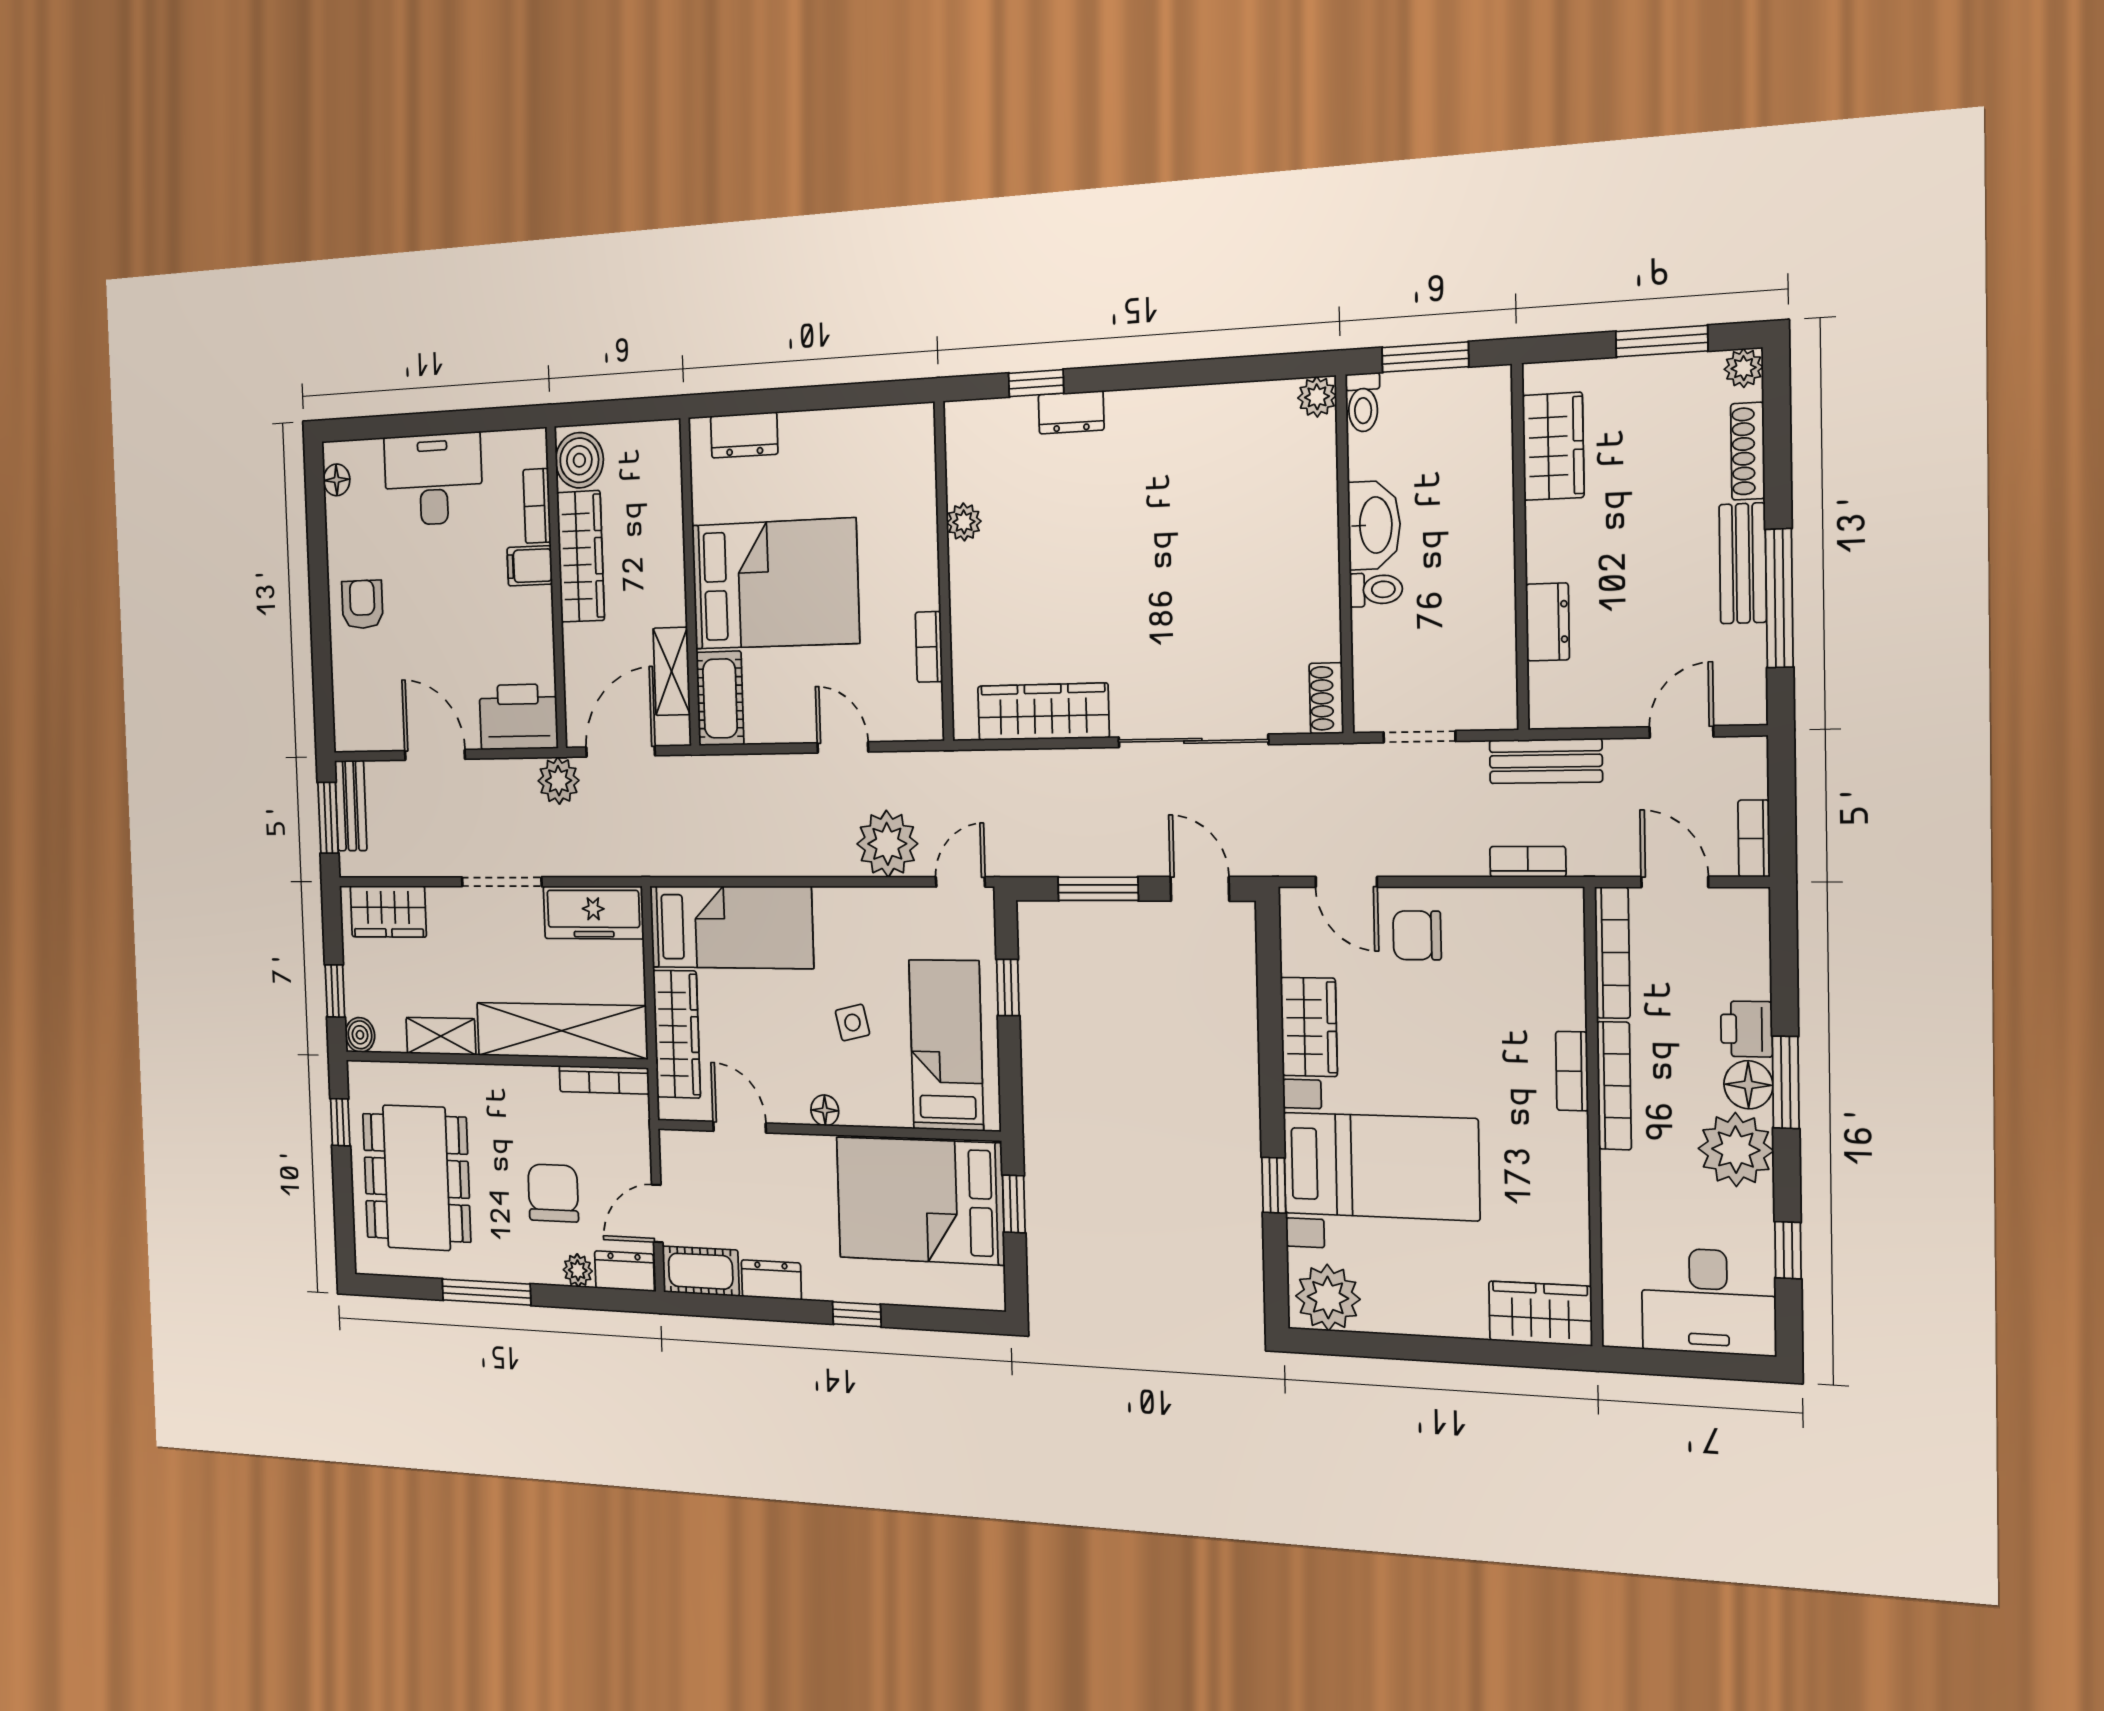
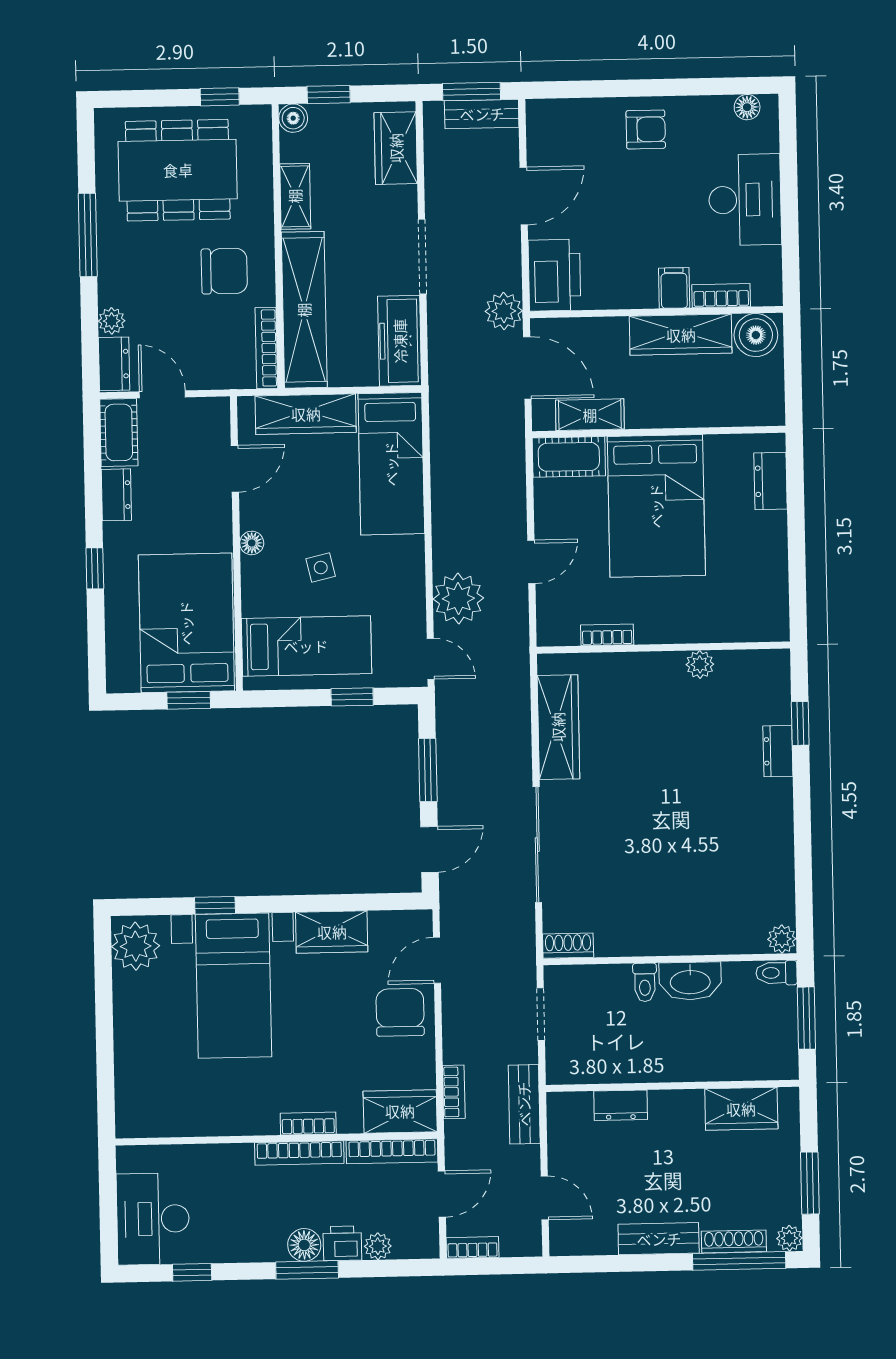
window: (1779, 598) -> (739, 1261), moved
chair: (1417, 935) -> (400, 1012), width x1.37, depth x1.37
plant: (1736, 1150) -> (378, 1246), moved, width x0.53, depth x0.53
chair: (553, 1193) -> (224, 271), moved
wardrobe: (1540, 1313) -> (400, 1111), moved, turned -90

